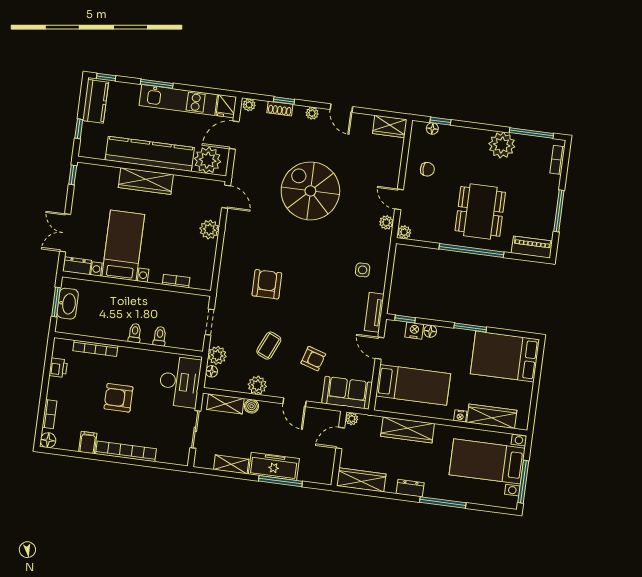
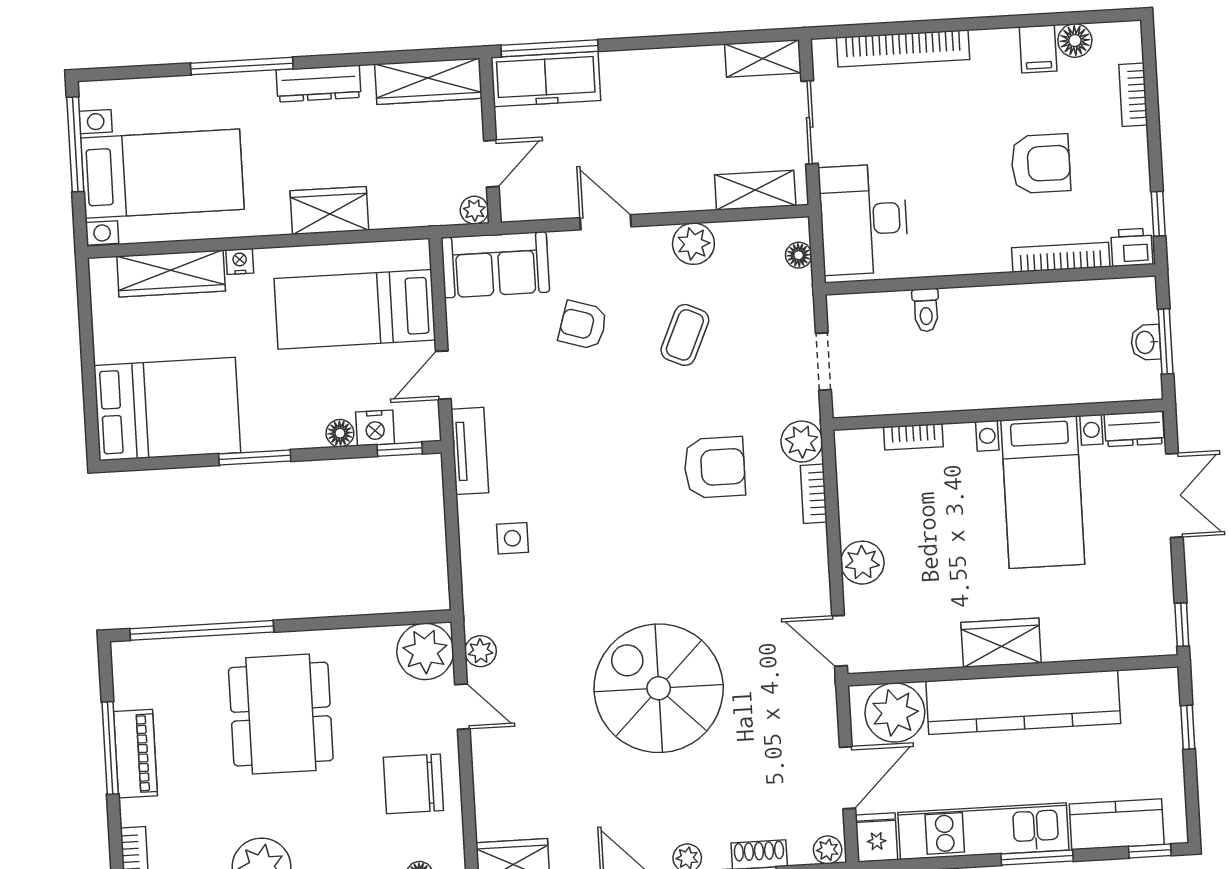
kitchen counter: (95, 101) -> (1117, 824), moved, turned 90
chair: (427, 169) -> (413, 784), width x1.87, depth x1.87
wardrobe: (146, 181) -> (1001, 643), width x0.67
spiral stairs: (310, 191) -> (659, 688), turned 180
plant: (404, 232) -> (425, 651), width x1.88, depth x1.88
piano: (532, 247) -> (136, 754), moved, turned -90
window: (471, 250) -> (202, 630), moved
bookcase: (225, 264) -> (814, 494), added
armchair: (267, 284) -> (715, 467), turned -90
washbasin: (68, 304) -> (1146, 342), width x0.52, depth x0.69
toilet: (135, 333) -> (981, 307), removed
door: (379, 348) -> (443, 375), swing flipped
plant: (217, 355) -> (802, 442), moved
window: (48, 359) -> (1158, 214), added
printer: (58, 368) -> (1132, 247), moved, turned 90
armchair: (118, 398) -> (1041, 164), moved
boiler: (251, 406) -> (697, 196), removed
wardrobe: (408, 430) -> (329, 210), width x0.67
floor lamp: (48, 440) -> (1075, 40), moved
bookcase: (126, 451) -> (903, 48), moved
shelving: (231, 464) -> (763, 58), moved
freezer: (274, 466) -> (546, 79), moved
window: (280, 481) -> (550, 48), moved
dresser: (410, 488) -> (319, 84), width x1.44

